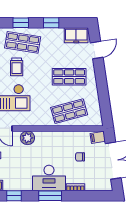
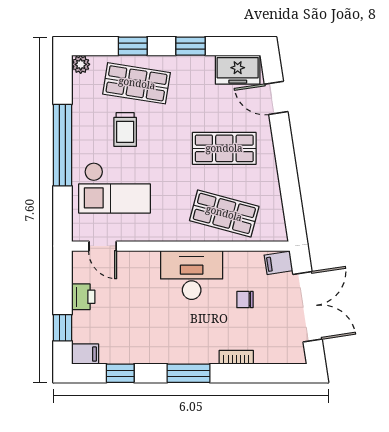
door: (97, 50) -> (276, 98), swing flipped
shop shelf: (69, 111) -> (224, 213), turned 30
plant: (27, 138) -> (146, 264), removed
desk: (49, 178) -> (192, 275), moved, turned 180

